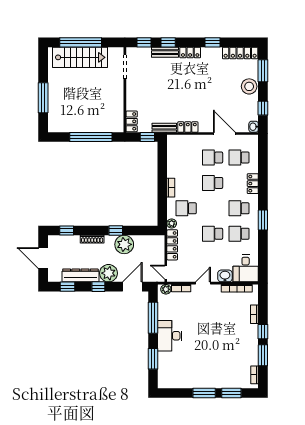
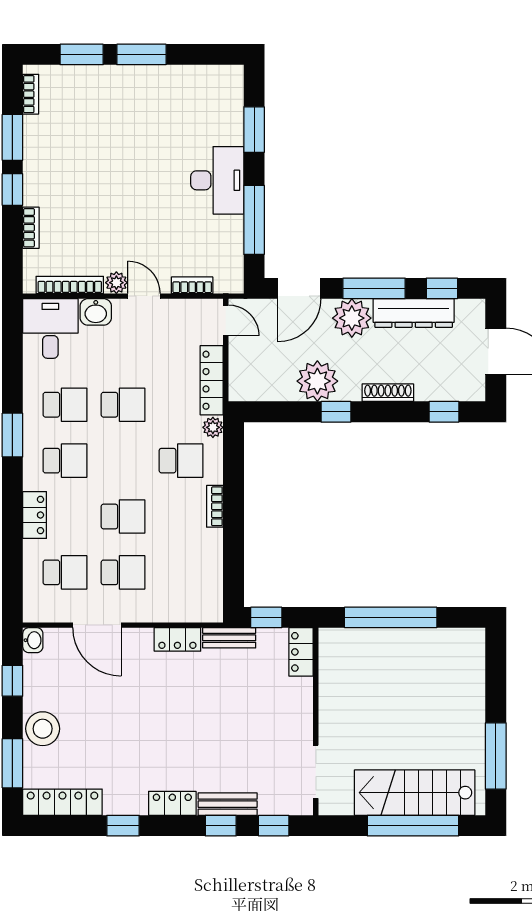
window: (43, 98) -> (496, 756), moved
door: (203, 283) -> (144, 296), swing flipped
window: (98, 287) -> (374, 288), width x2.17
plant: (166, 289) -> (116, 283), moved

